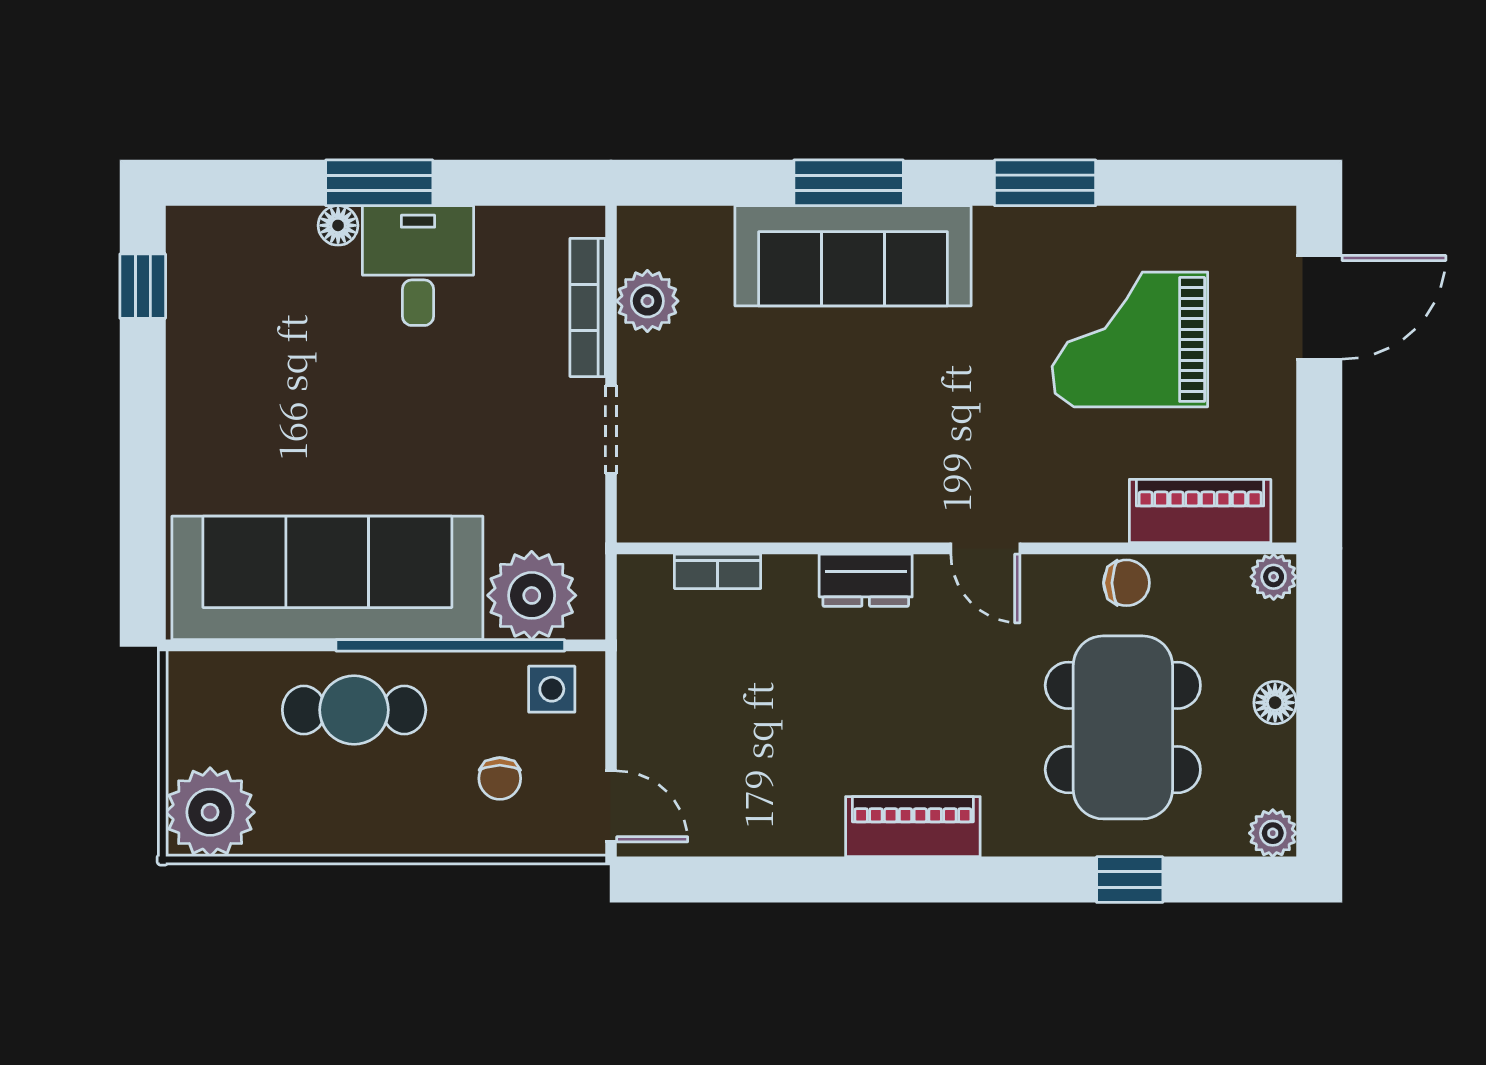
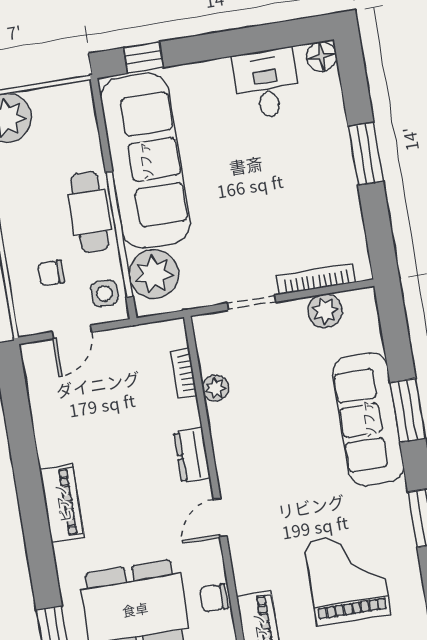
floor lamp: (338, 225) -> (322, 56), moved, width x1.37, depth x1.37
desk: (418, 266) -> (266, 84), moved, turned -90
window: (143, 286) -> (143, 58), moved
plant: (753, 519) -> (215, 388), added
chair: (1127, 583) -> (214, 598), turned 90
cafe table: (354, 710) -> (90, 212), moved
door: (611, 806) -> (72, 332), moved

